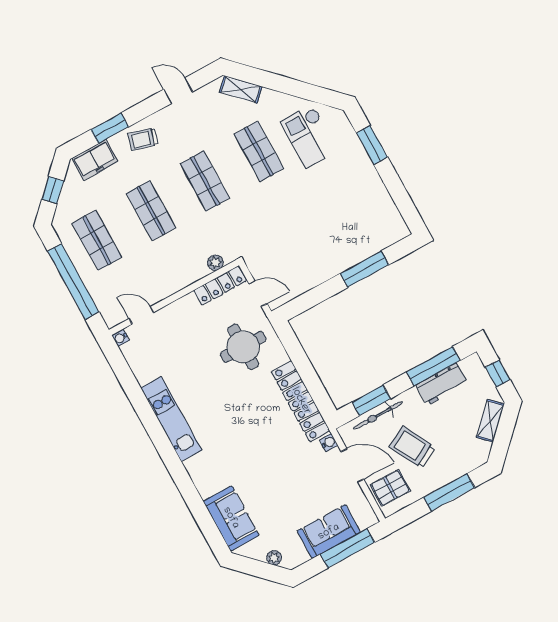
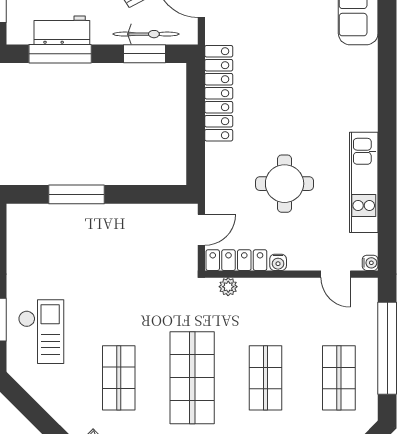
checkout: (309, 136) -> (41, 332), moved
shop shelf: (205, 181) -> (192, 378), width x1.43, depth x1.36
door: (258, 294) -> (201, 230), swing flipped
round table: (243, 347) -> (285, 184), moved
kitchen unit: (171, 419) -> (364, 182), moved
water cooler: (329, 443) -> (278, 262), moved, turned -90

